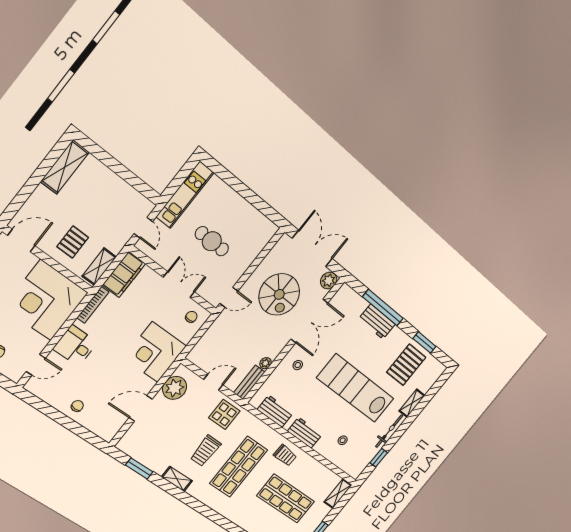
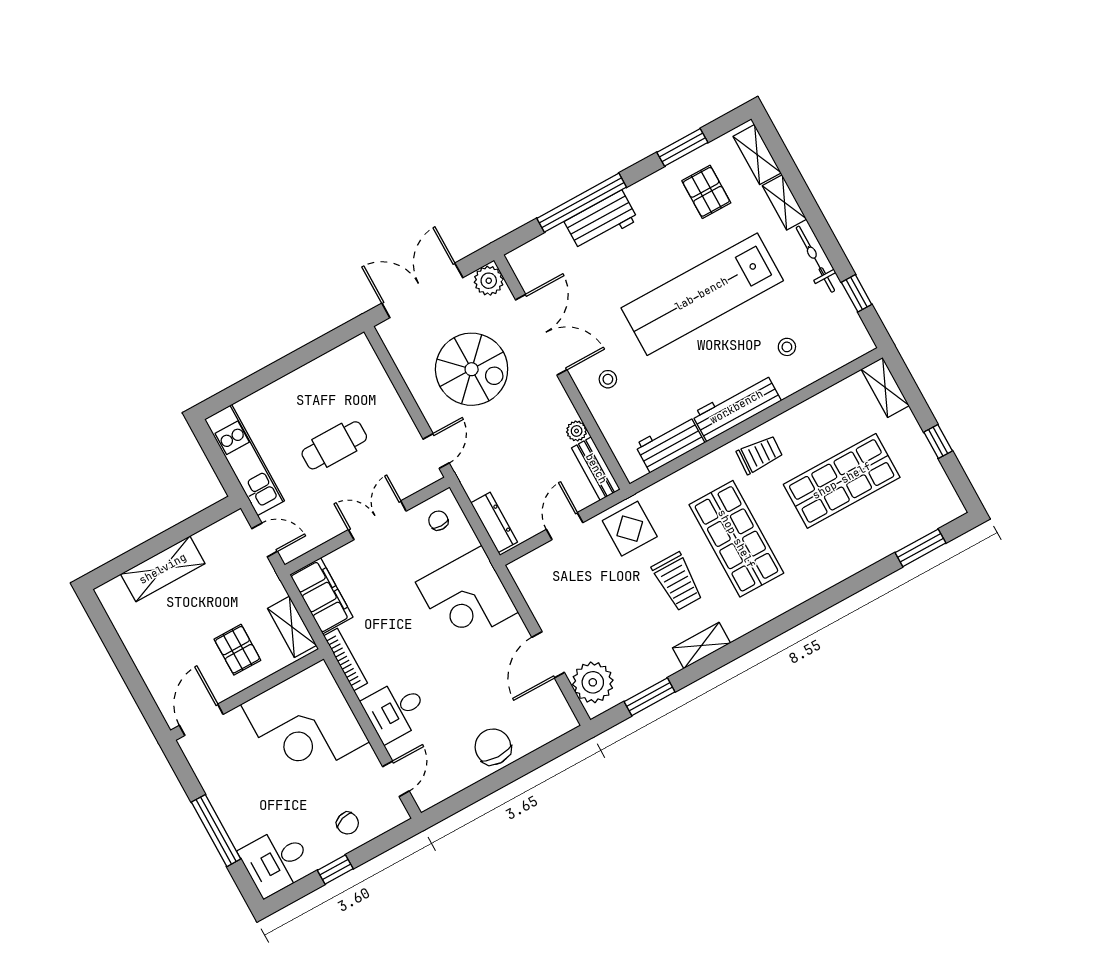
shelving: (65, 167) -> (163, 569), moved, turned 90
dresser: (201, 346) -> (494, 522), added
pallet: (406, 365) -> (706, 192), width x0.67, depth x0.71
shelving: (431, 379) -> (757, 155), added
plant: (175, 388) -> (593, 682), moved
chair: (77, 406) -> (493, 747), width x1.87, depth x1.87
workbench: (305, 433) -> (737, 407), width x1.37

